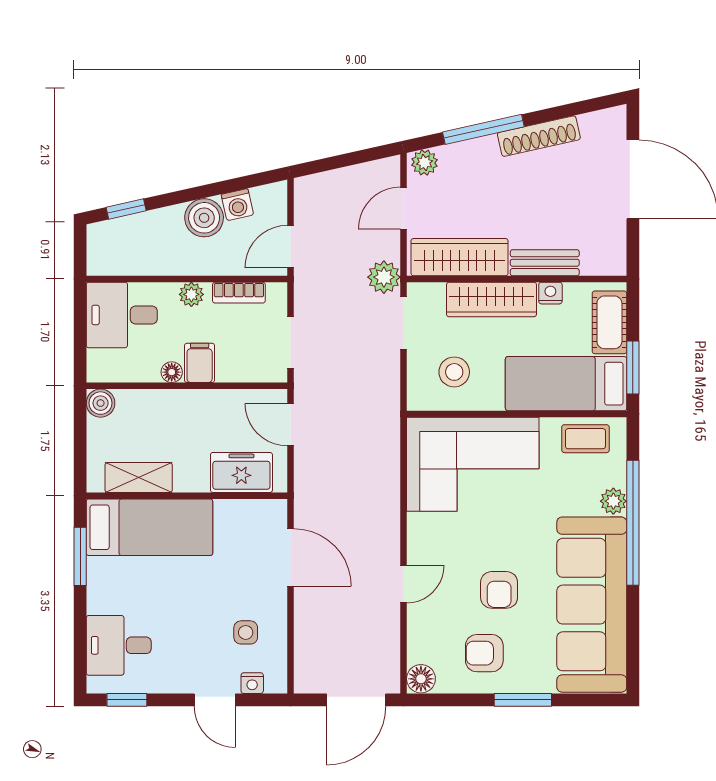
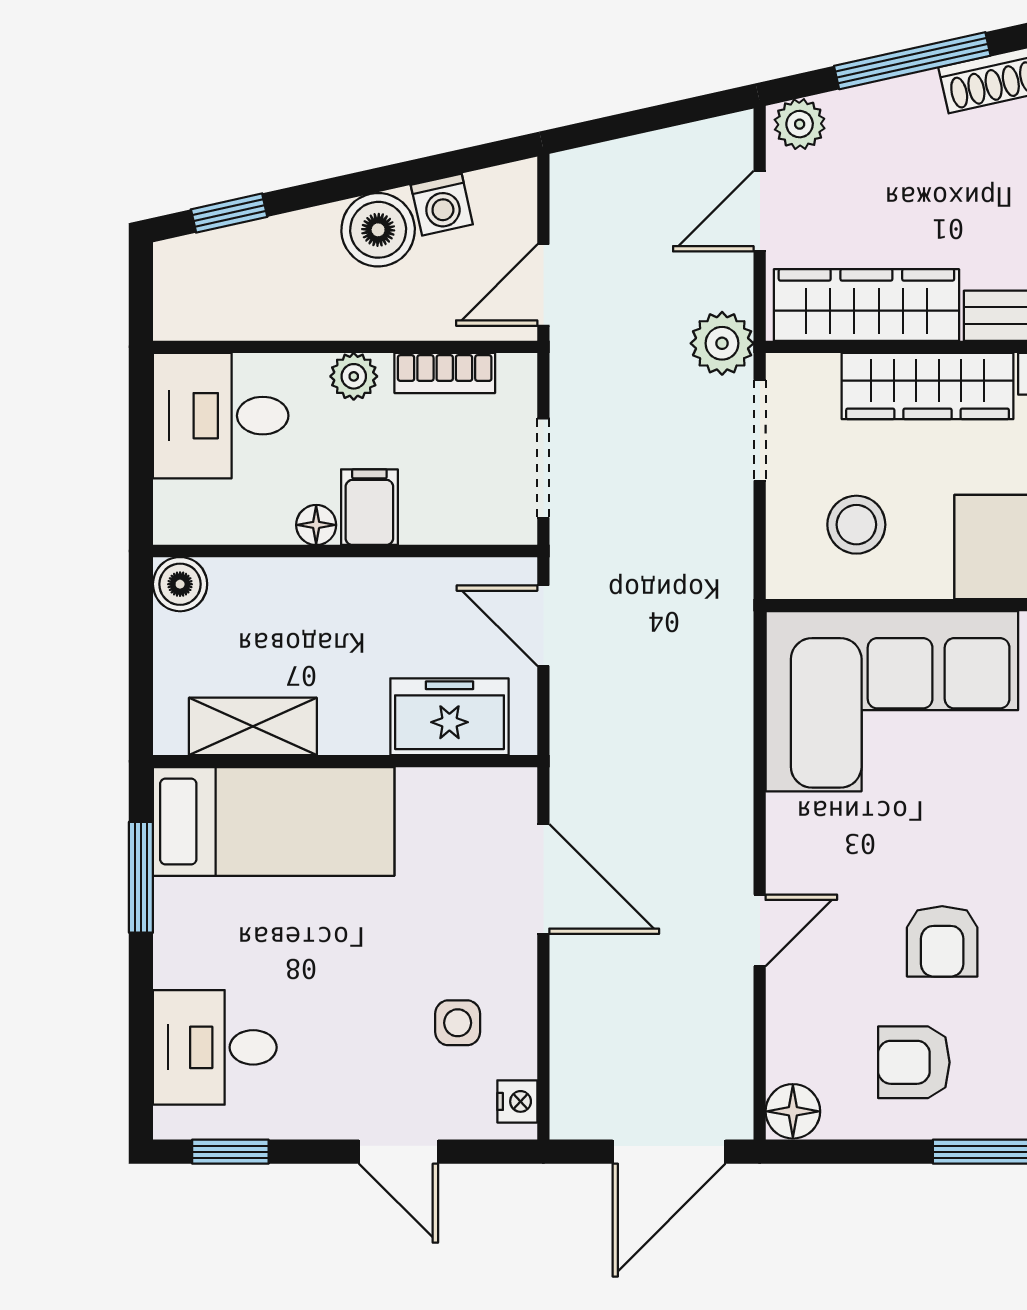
nightstand: (252, 683) -> (517, 1101), moved, turned -90

